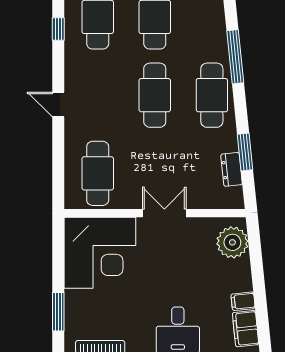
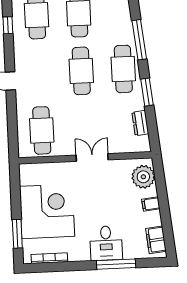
window: (245, 152) -> (147, 92), moved
corner desk: (100, 253) -> (47, 211), moved, turned -90
filing cabinet: (243, 301) -> (151, 204), moved

